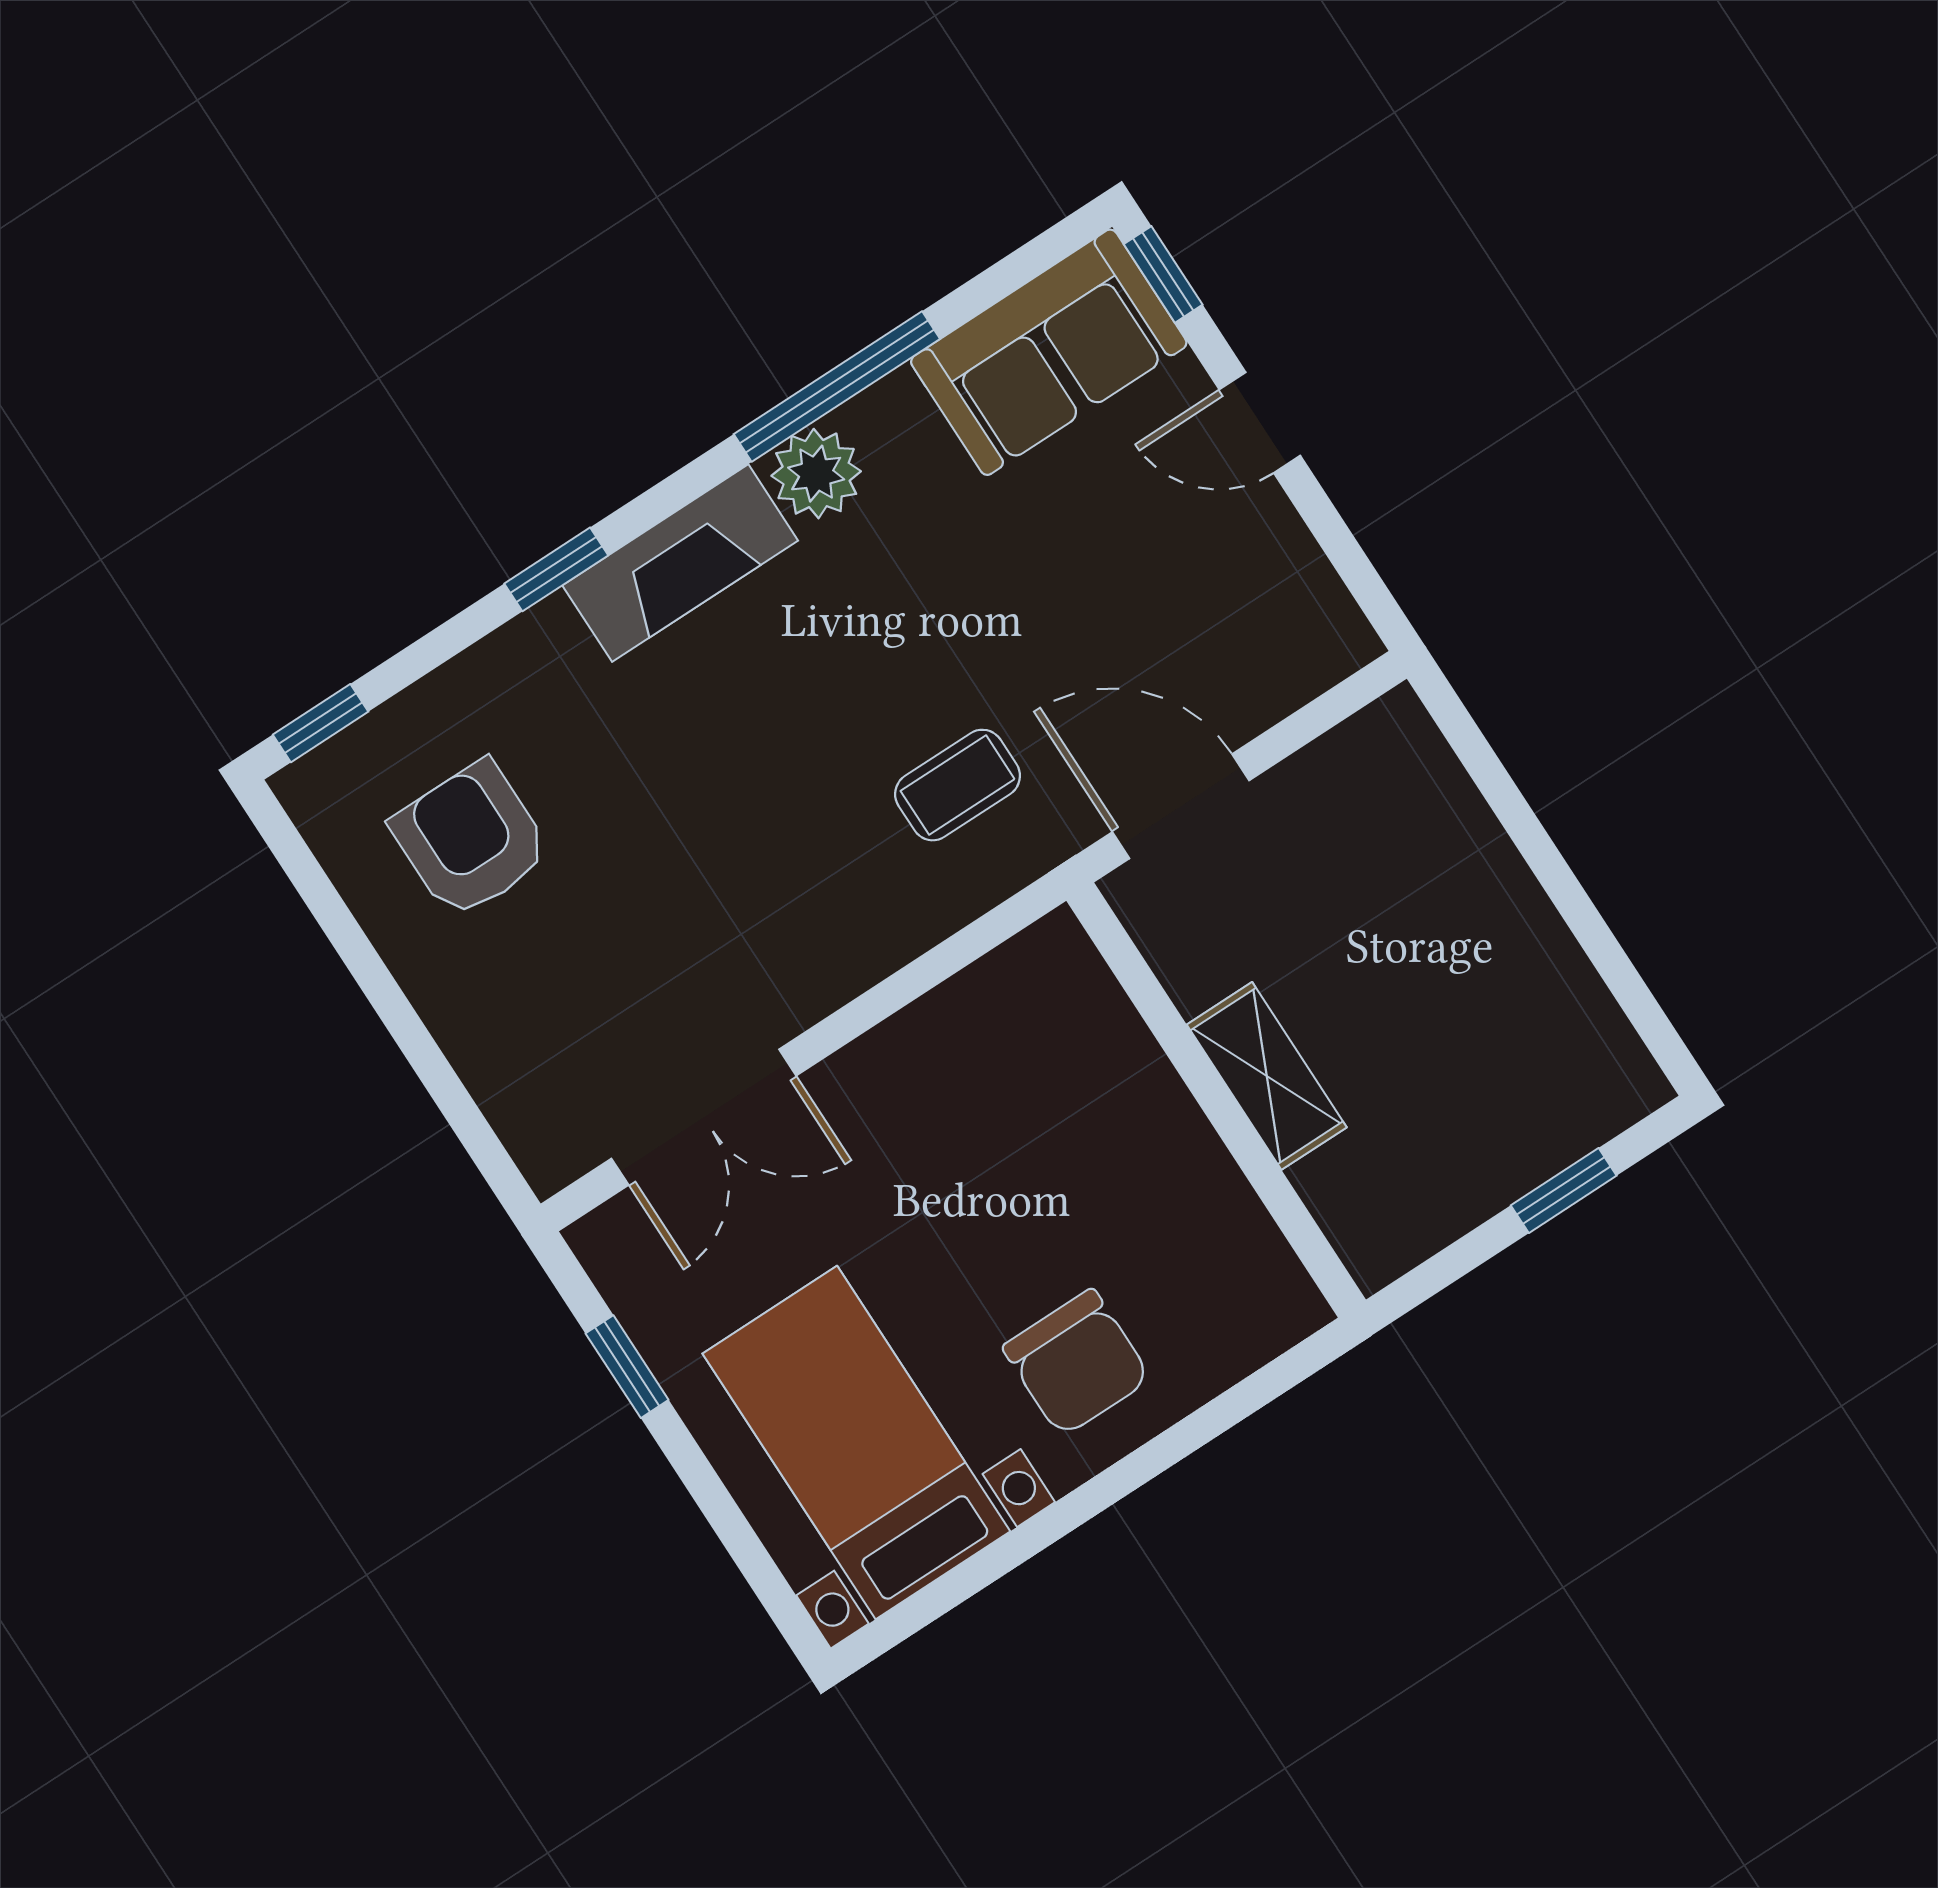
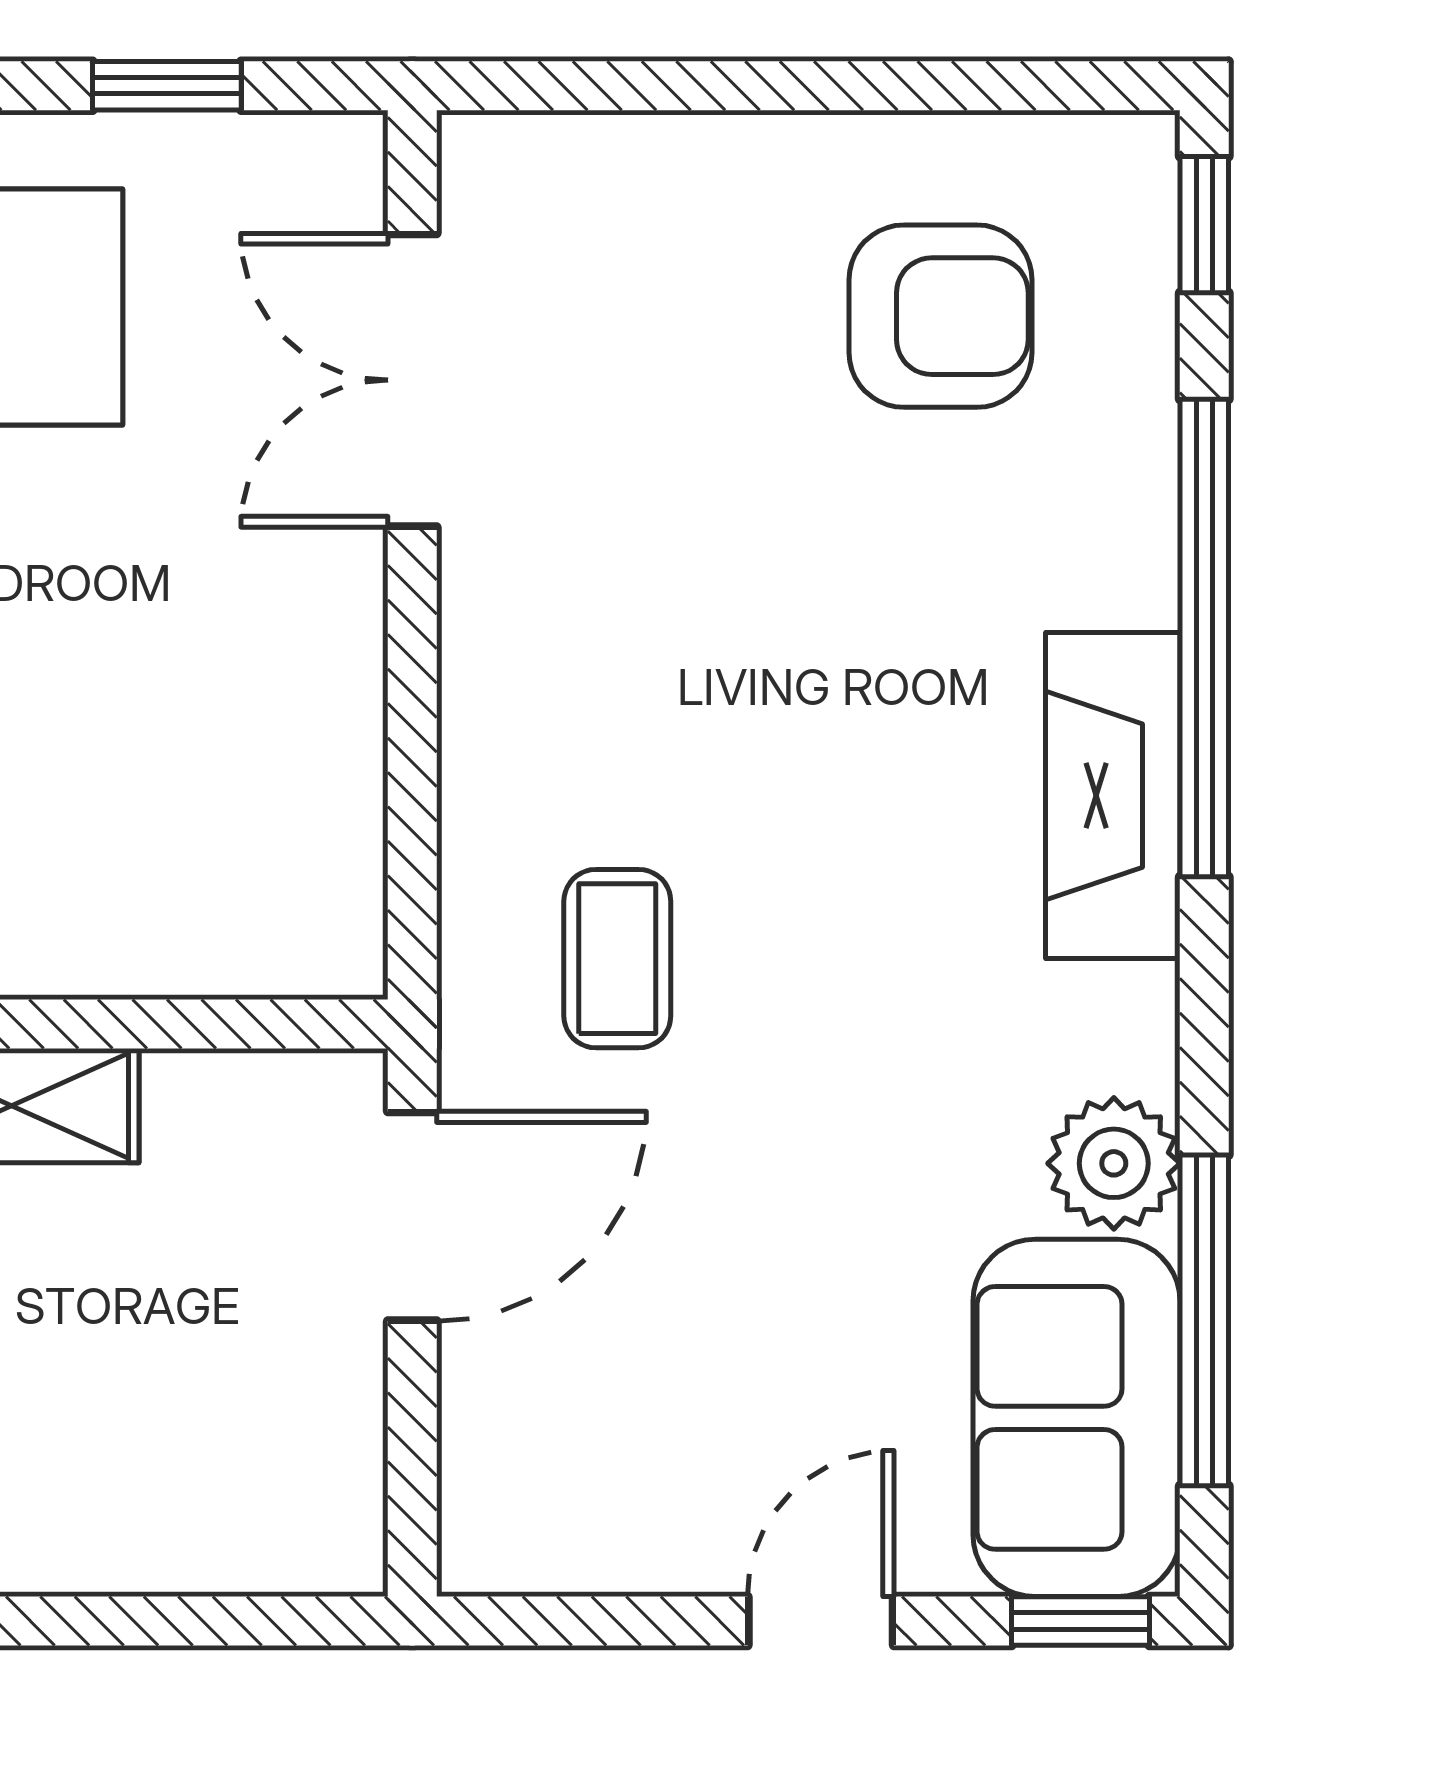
window: (837, 387) -> (1204, 1320), moved
plant: (816, 474) -> (1114, 1163), moved
window: (556, 569) -> (1204, 638), width x3.17

